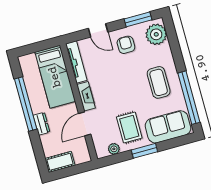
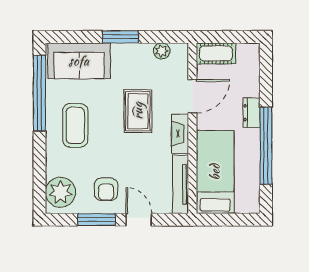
window: (138, 19) -> (97, 220), moved
rug: (129, 127) -> (138, 111), moved
cot: (60, 162) -> (216, 53), moved

